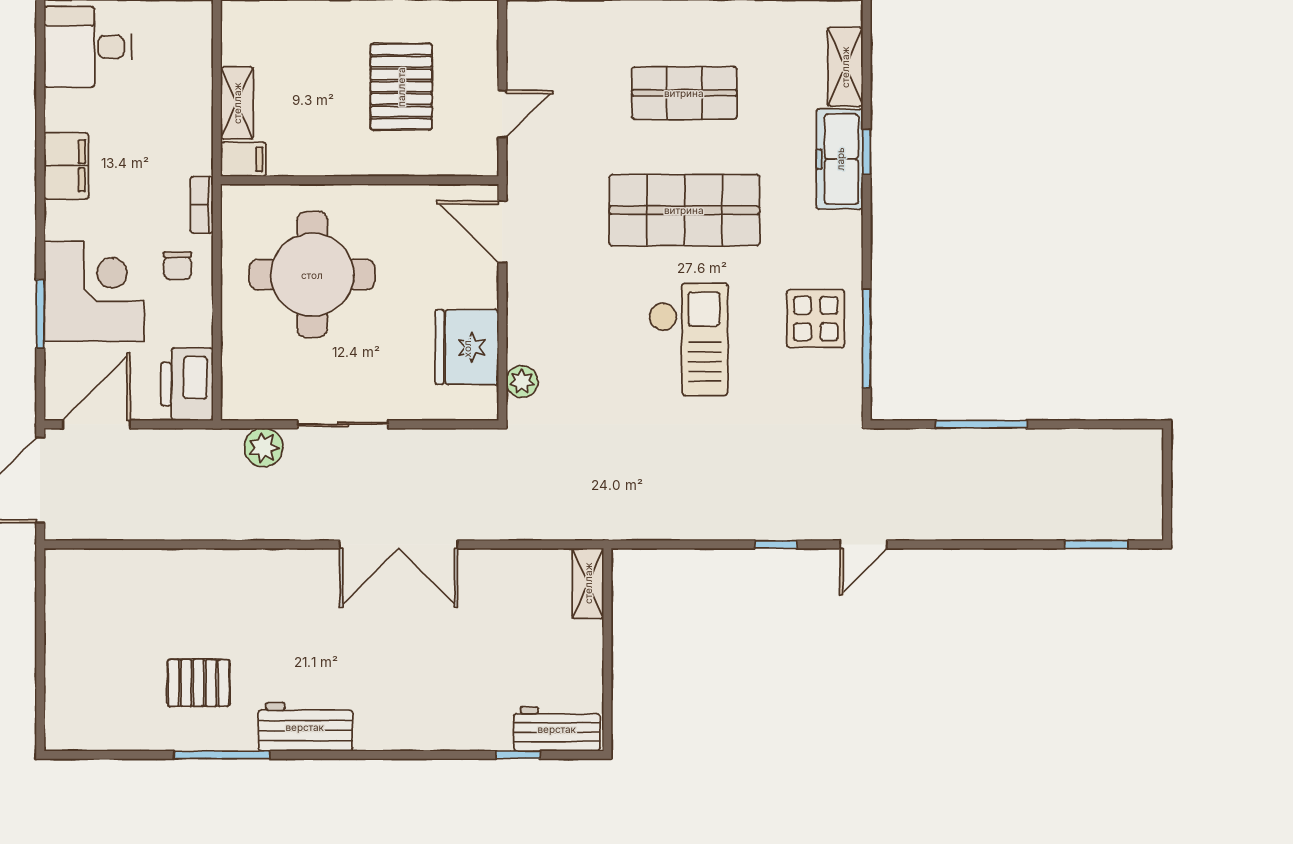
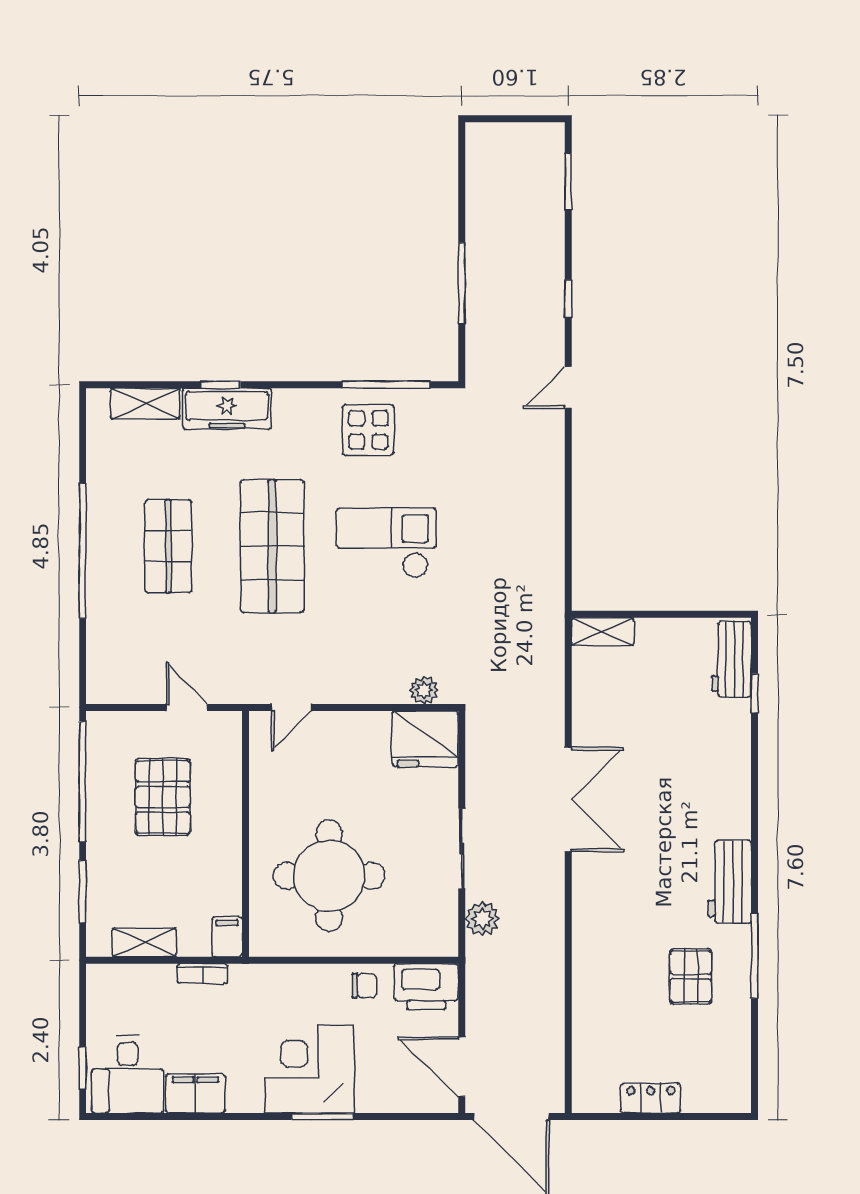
pallet: (401, 87) -> (163, 797), turned 90
shelving: (237, 103) -> (144, 942), moved
filing cabinet: (66, 166) -> (195, 1094), moved
bookcase: (202, 205) -> (202, 974), moved
door: (502, 232) -> (291, 707), width x0.73
chair: (178, 266) -> (365, 986), moved
corner desk: (94, 291) -> (309, 1069), moved
window: (40, 314) -> (322, 1117), moved
fridge: (467, 347) -> (425, 739), moved
window: (776, 544) -> (568, 299), moved
door: (864, 544) -> (568, 388), swing flipped
locker: (61, 638) -> (651, 1098), added

